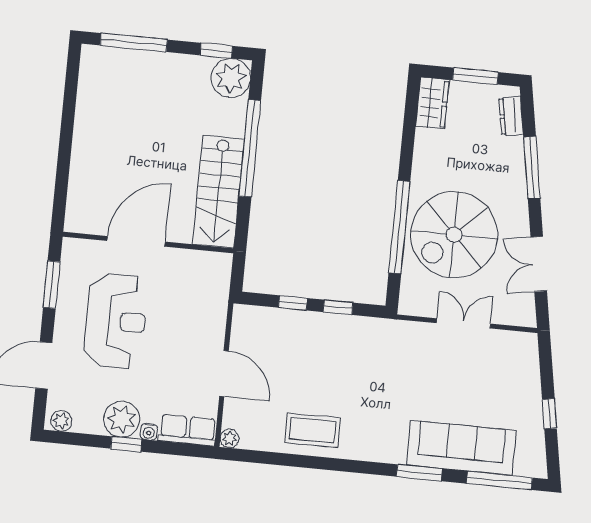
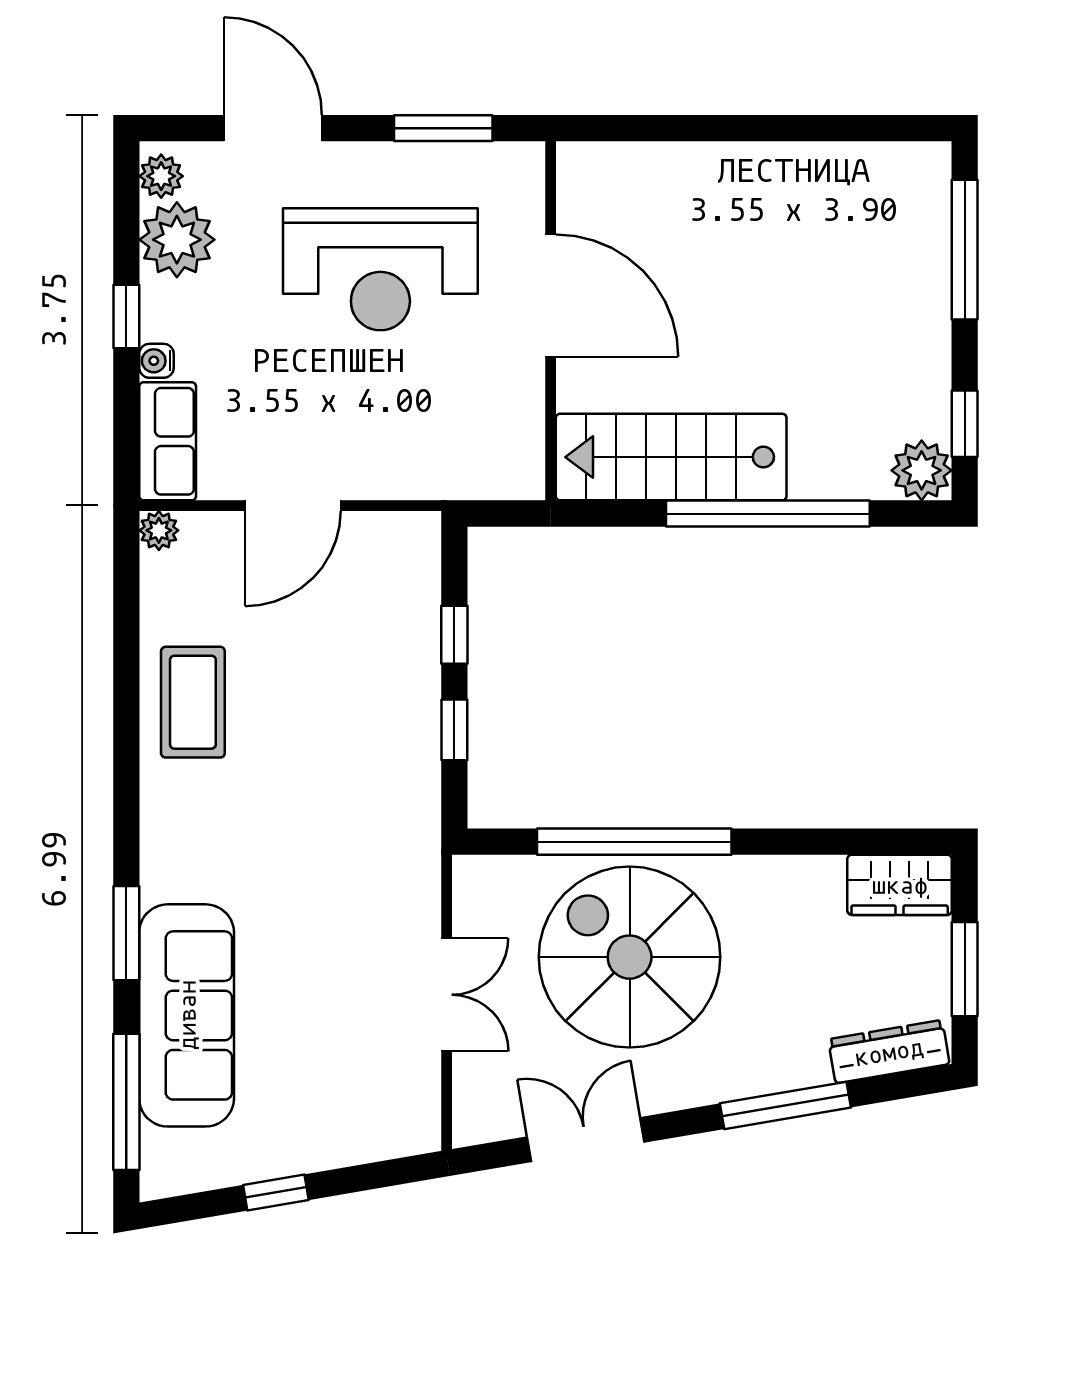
plant: (231, 78) -> (922, 470), width x0.73, depth x0.73
dresser: (511, 116) -> (889, 1052), width x1.44
plant: (122, 419) -> (177, 240), moved

